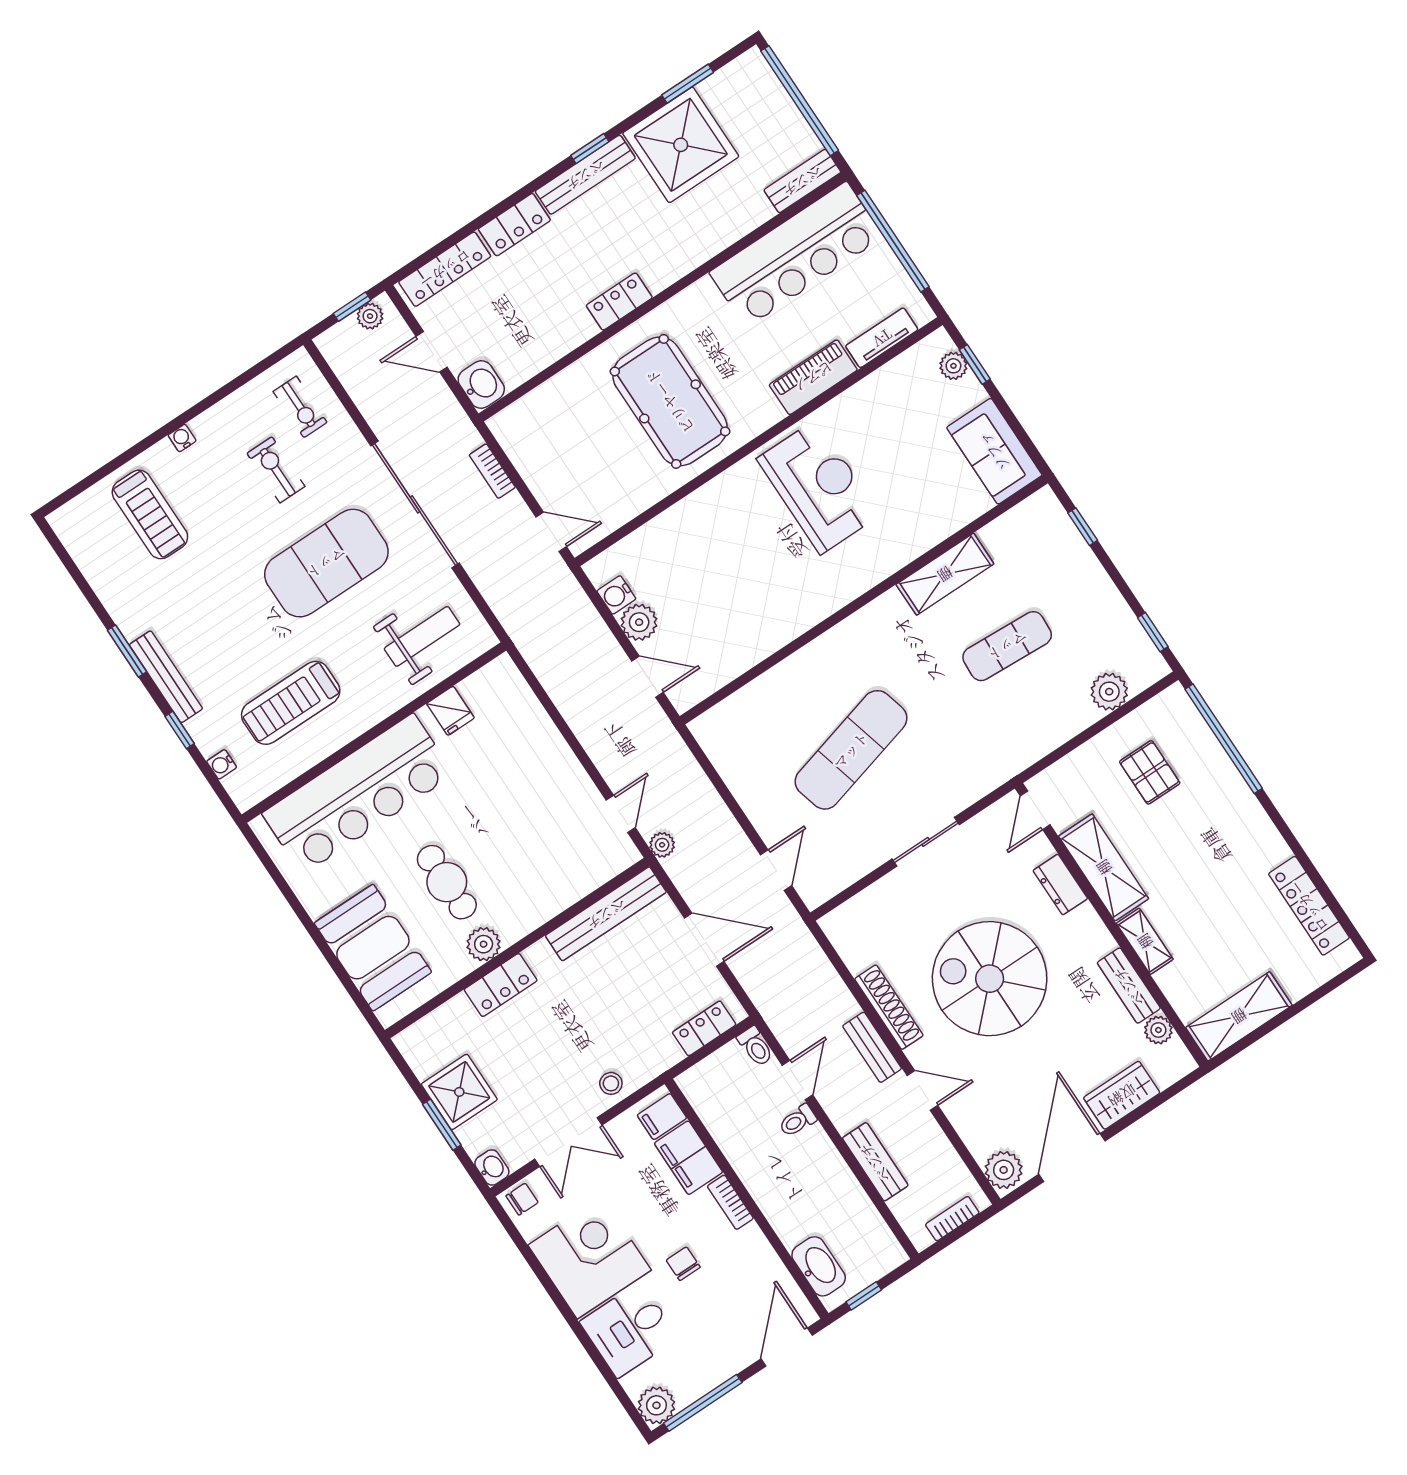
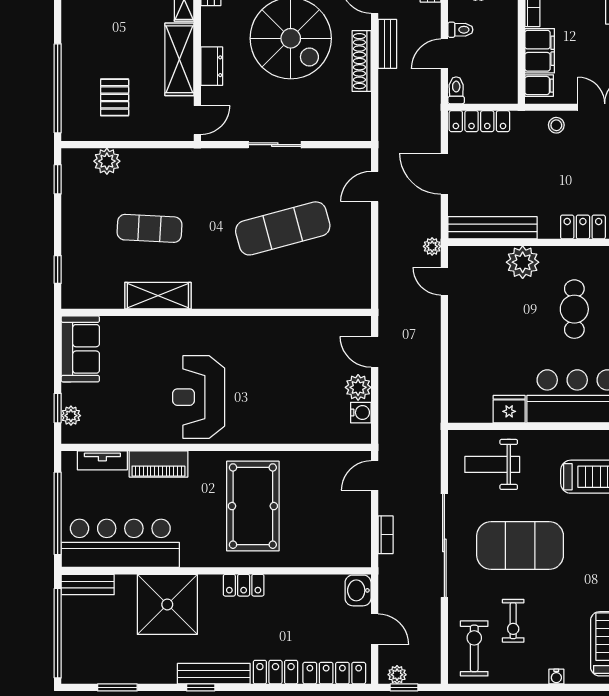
shower: (681, 145) -> (167, 604), moved
exercise bike: (300, 407) -> (474, 648), width x1.38, depth x1.39
door: (551, 532) -> (375, 475), hinge flipped
fridge: (450, 711) -> (509, 409), width x1.38
door: (621, 814) -> (444, 281), hinge flipped
plant: (484, 944) -> (523, 262), moved, width x1.36, depth x1.36
locker: (704, 1028) -> (479, 121), width x1.53

